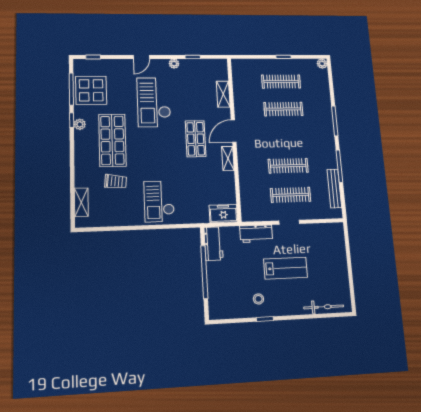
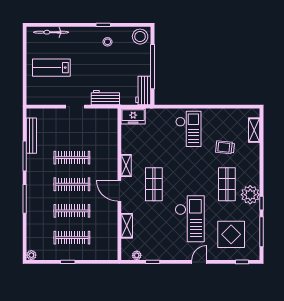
plant: (174, 64) -> (137, 255), moved
display table: (91, 90) -> (231, 234), moved
plant: (80, 124) -> (250, 195), width x1.88, depth x1.88
door: (234, 131) -> (119, 191), swing flipped
shop shelf: (112, 140) -> (227, 184), width x0.70, depth x0.74
clothes rail: (291, 195) -> (72, 184), moved
lab bench: (286, 268) -> (51, 68), moved
stool: (221, 307) -> (140, 37), added

